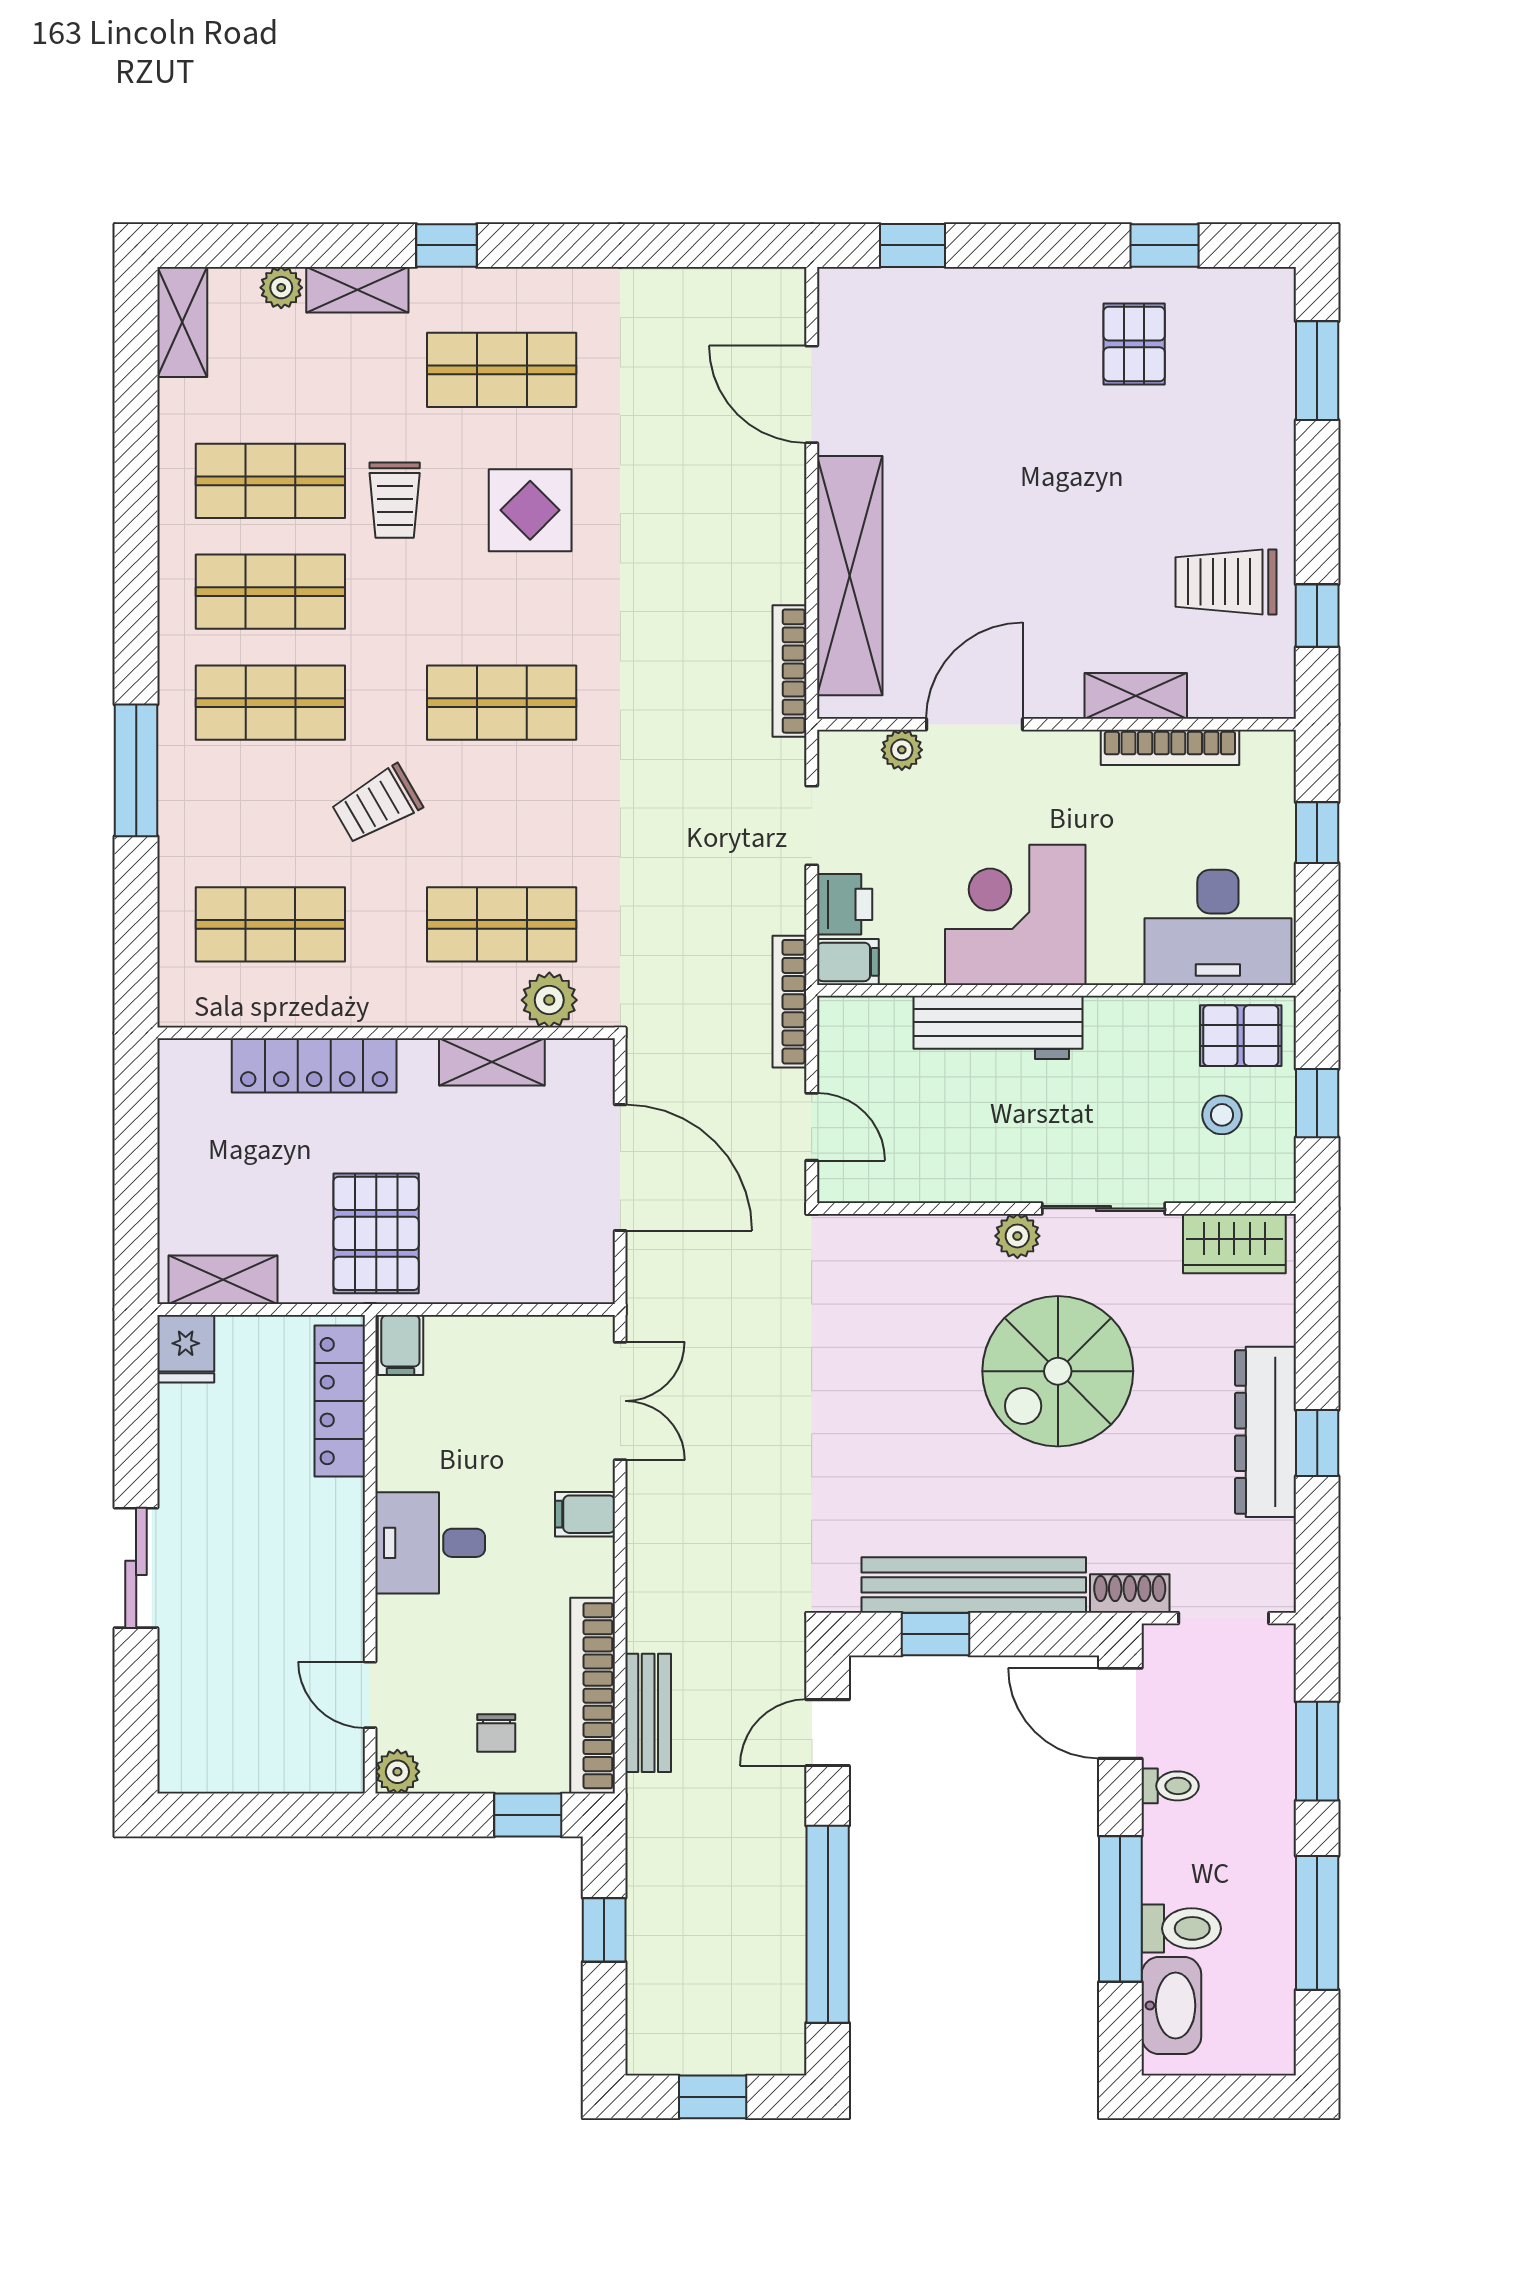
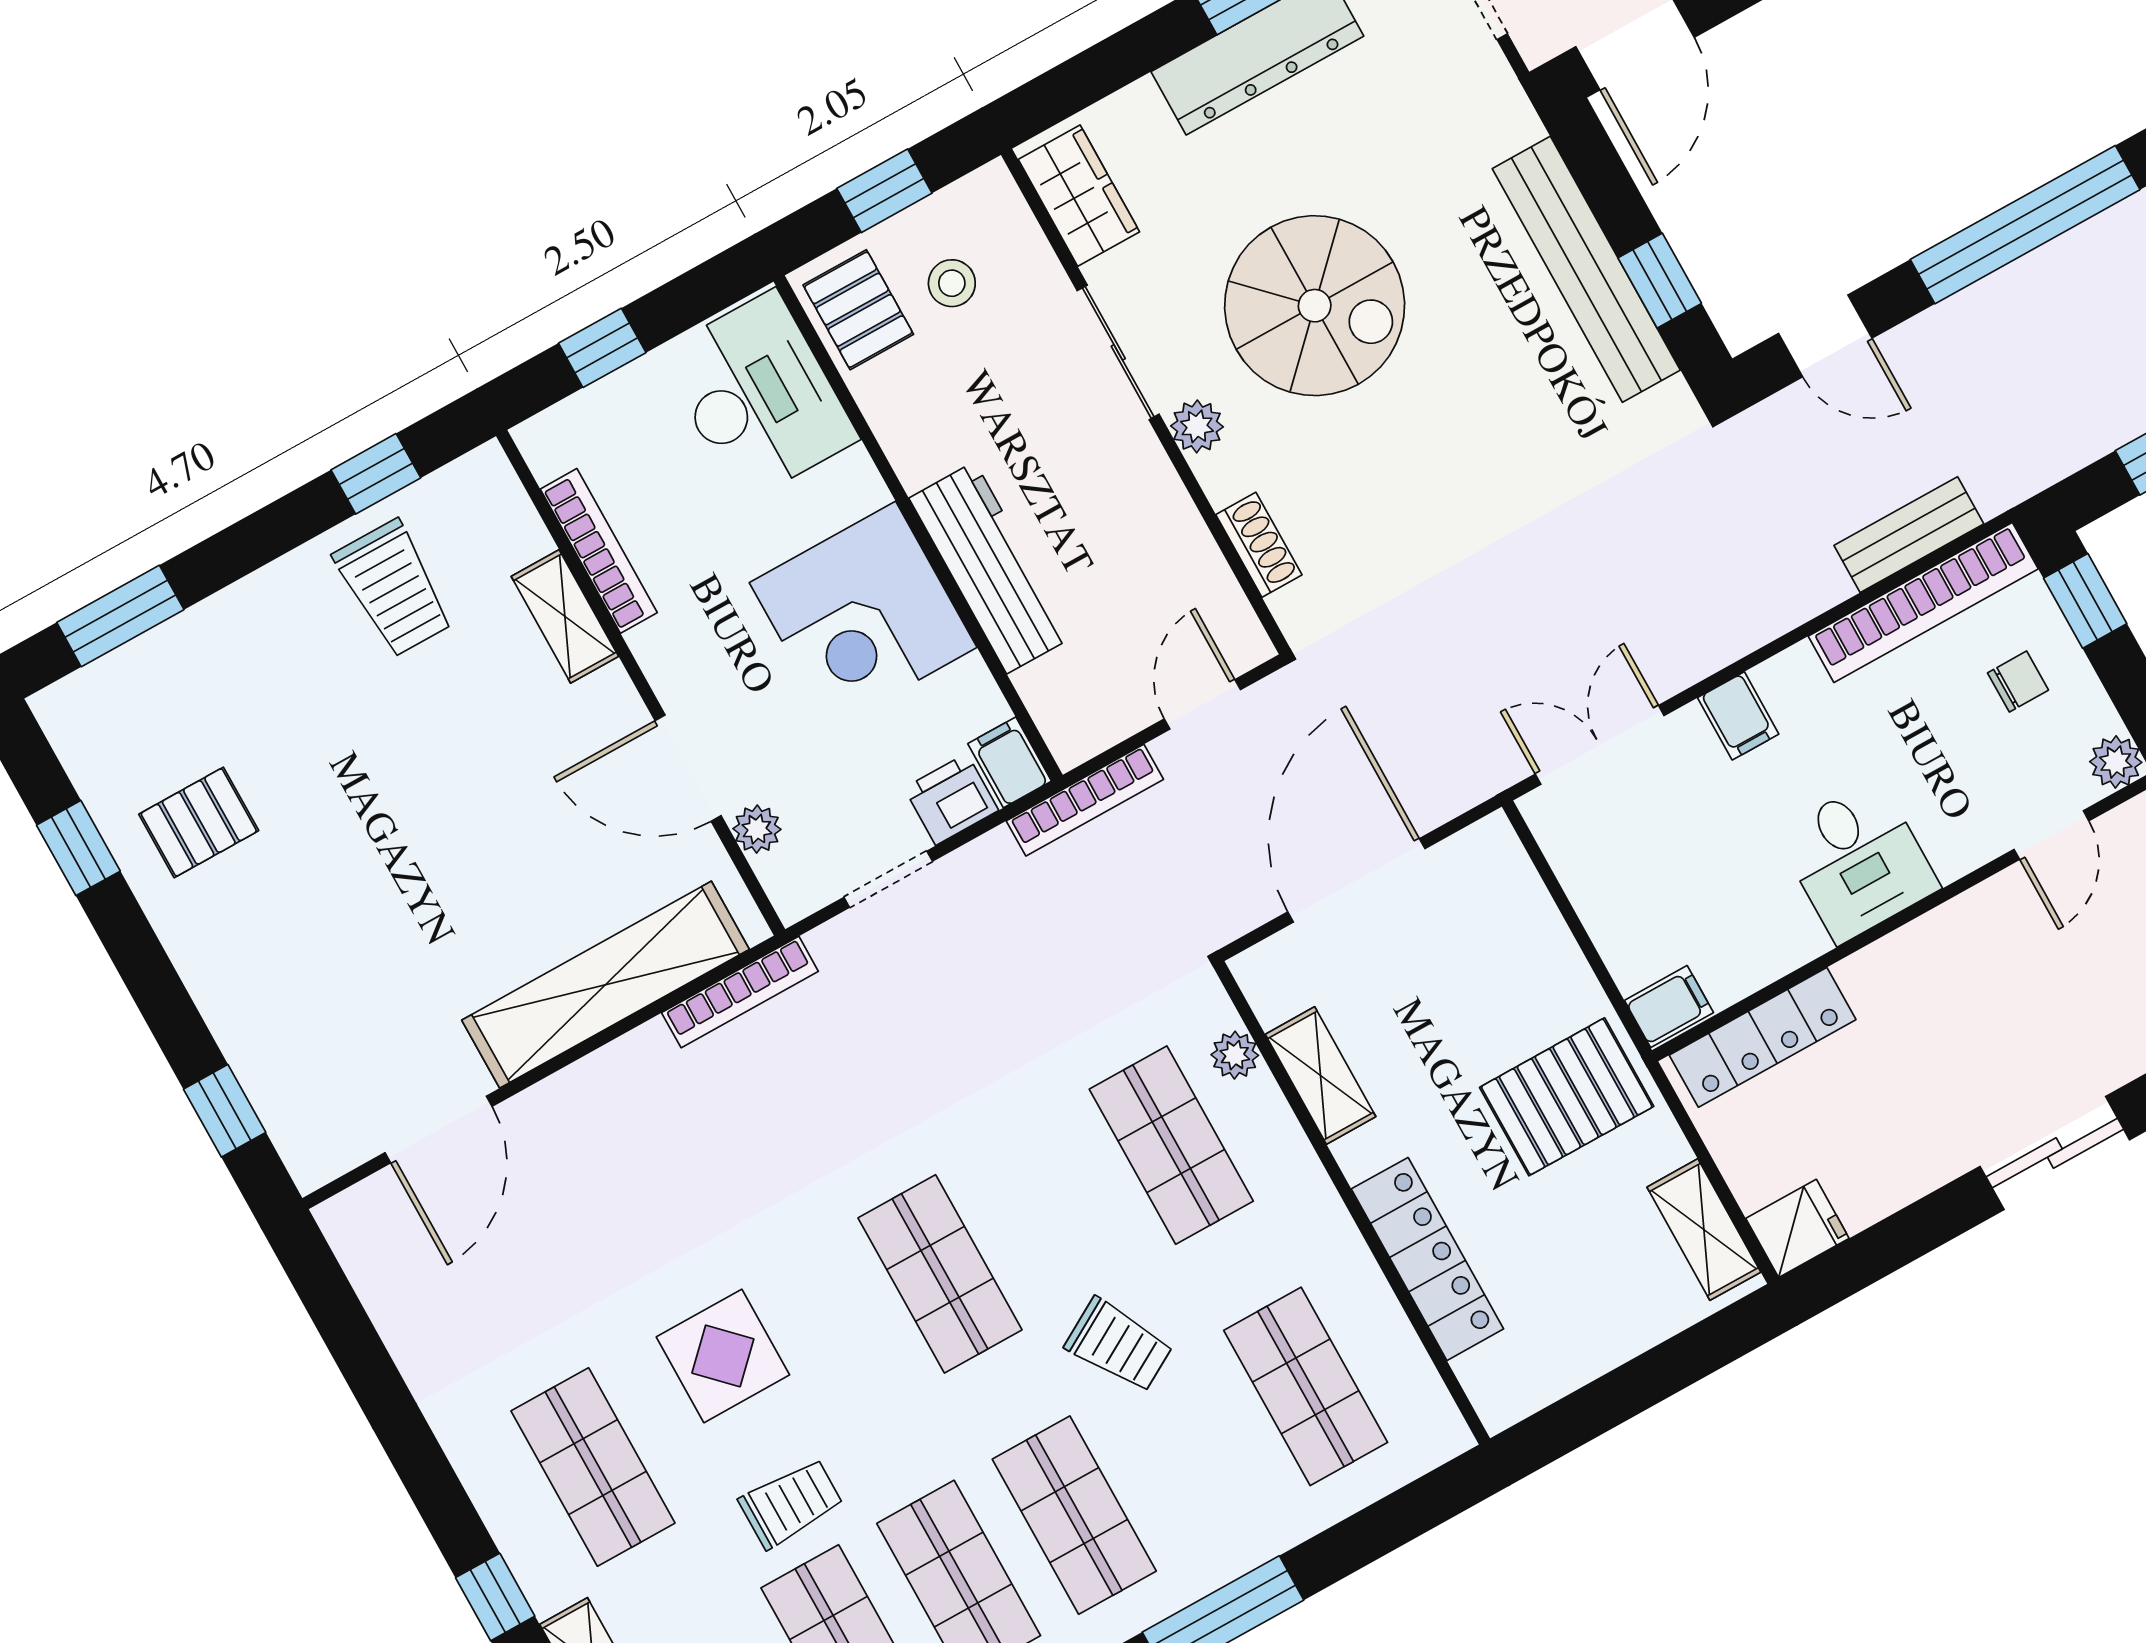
plant: (549, 1000) -> (1235, 1055), width x0.73, depth x0.73
shoe rack: (1130, 1594) -> (1259, 545), moved, turned 180

